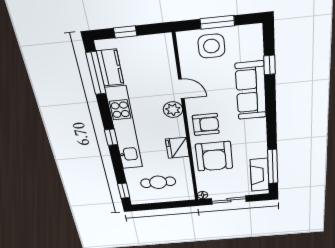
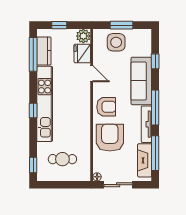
plant: (173, 110) -> (83, 36), moved
window: (271, 119) -> (155, 107), added
tv unit: (260, 138) -> (146, 124), added
fridge: (177, 148) -> (82, 53), moved
armchair: (214, 156) -> (110, 138), turned 180

